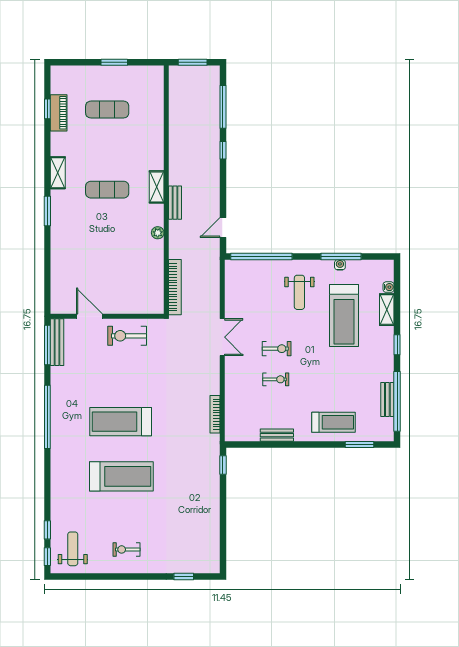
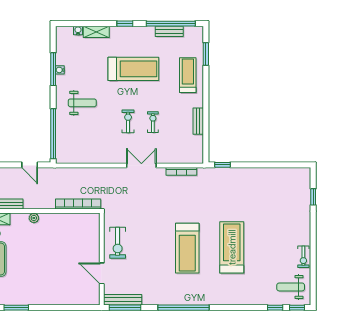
treadmill: (344, 315) -> (133, 69), moved
door: (89, 316) -> (102, 273), hinge flipped
double door: (222, 337) -> (141, 166), moved
exercise bike: (126, 549) -> (303, 257), moved

